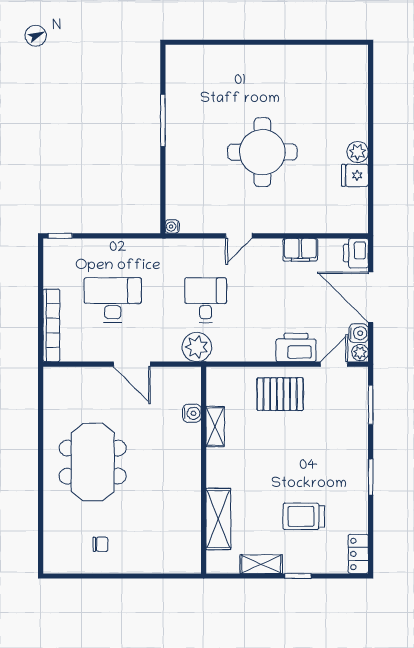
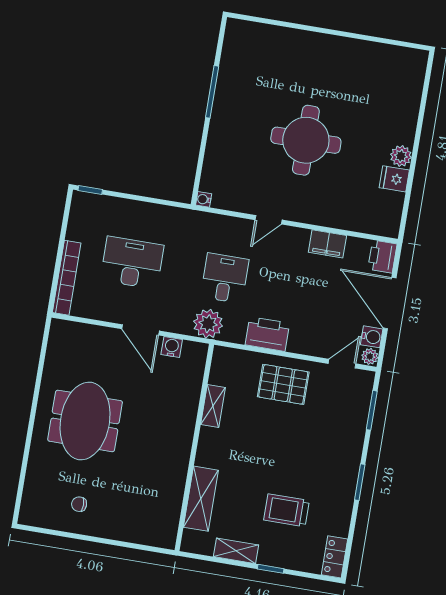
printer: (296, 347) -> (267, 334), moved
water cooler: (192, 413) -> (172, 347), moved, turned -90
chair: (100, 544) -> (79, 504), turned 180

